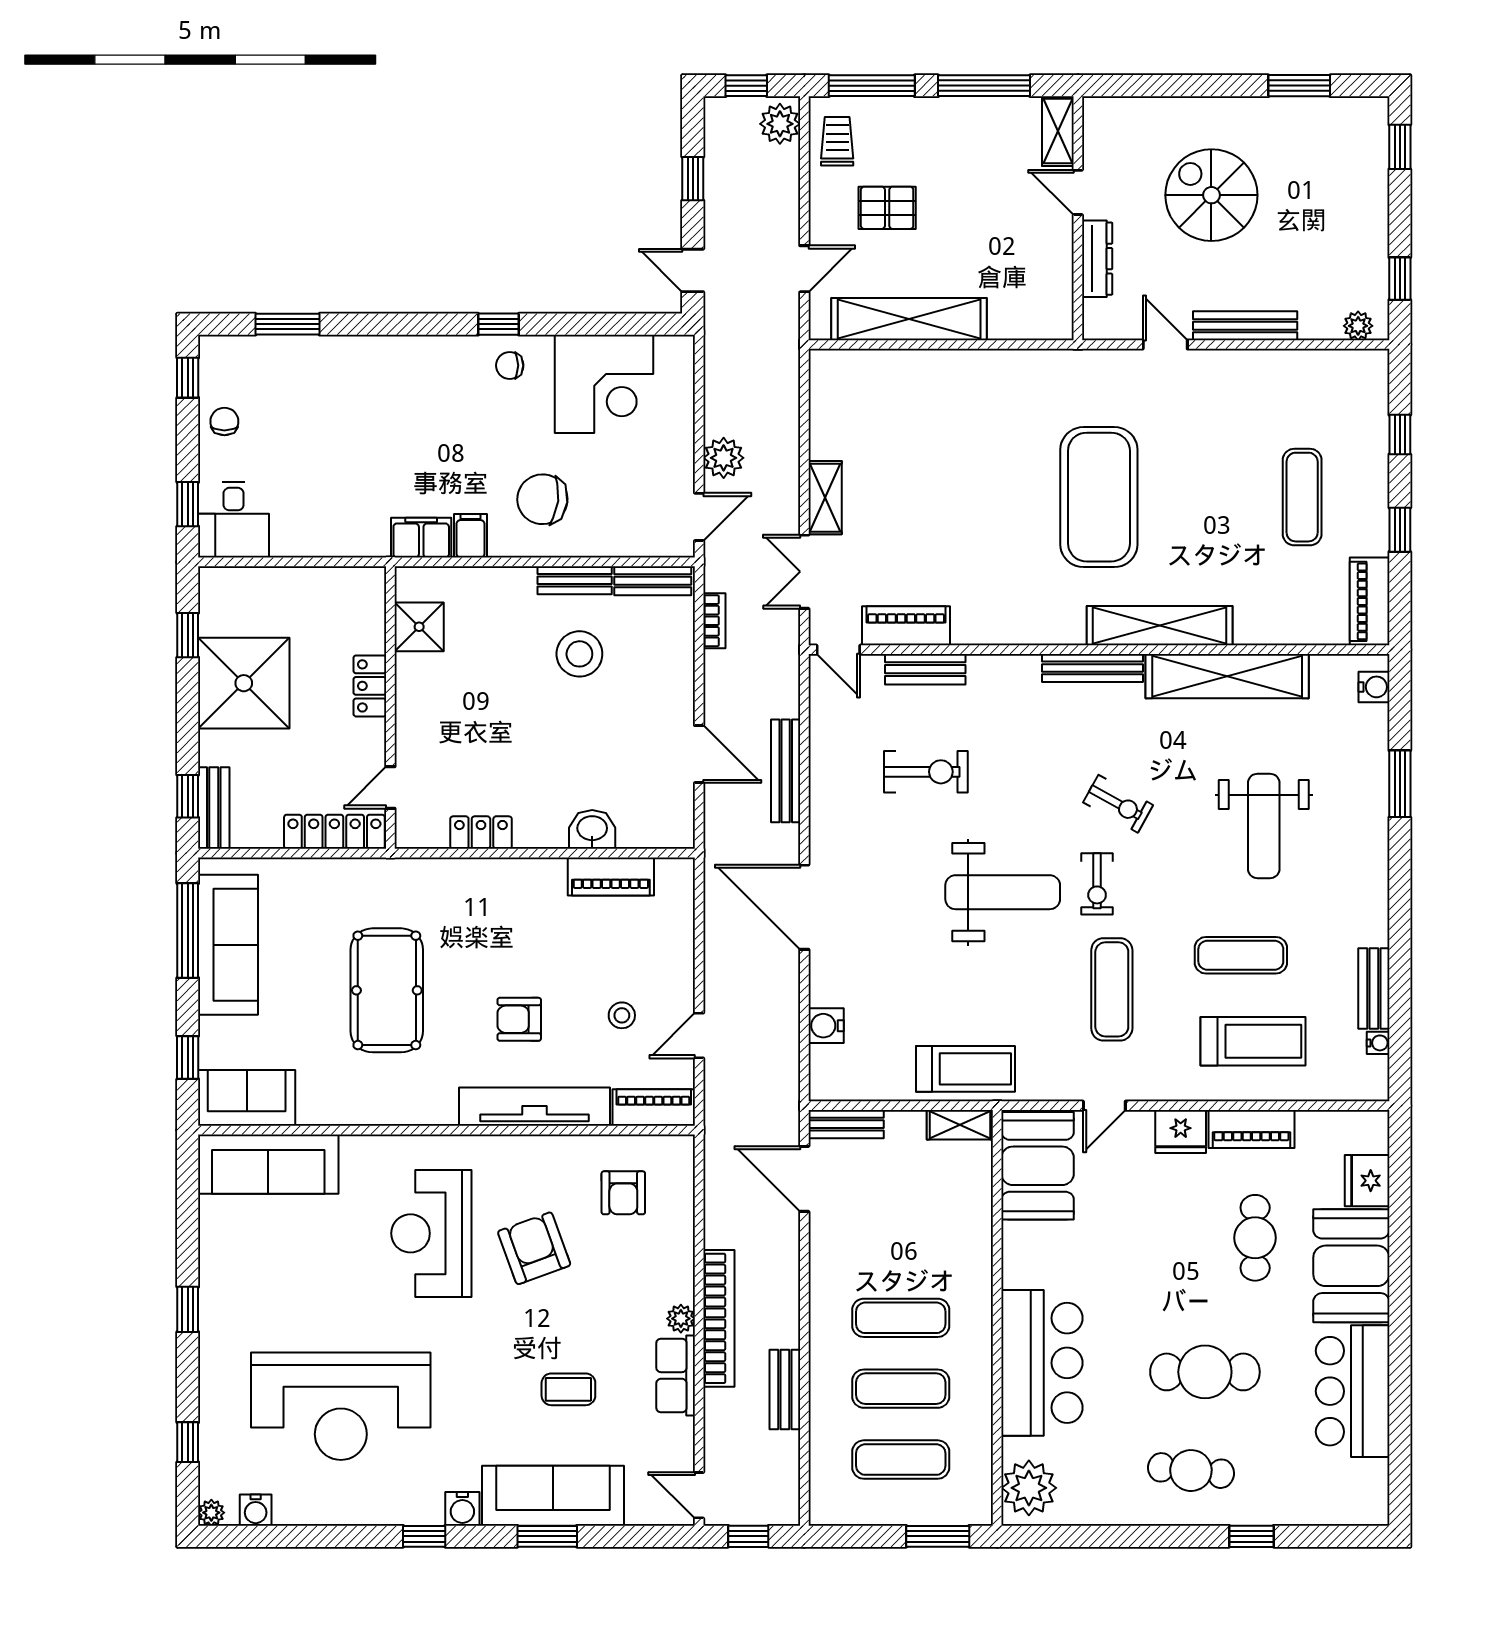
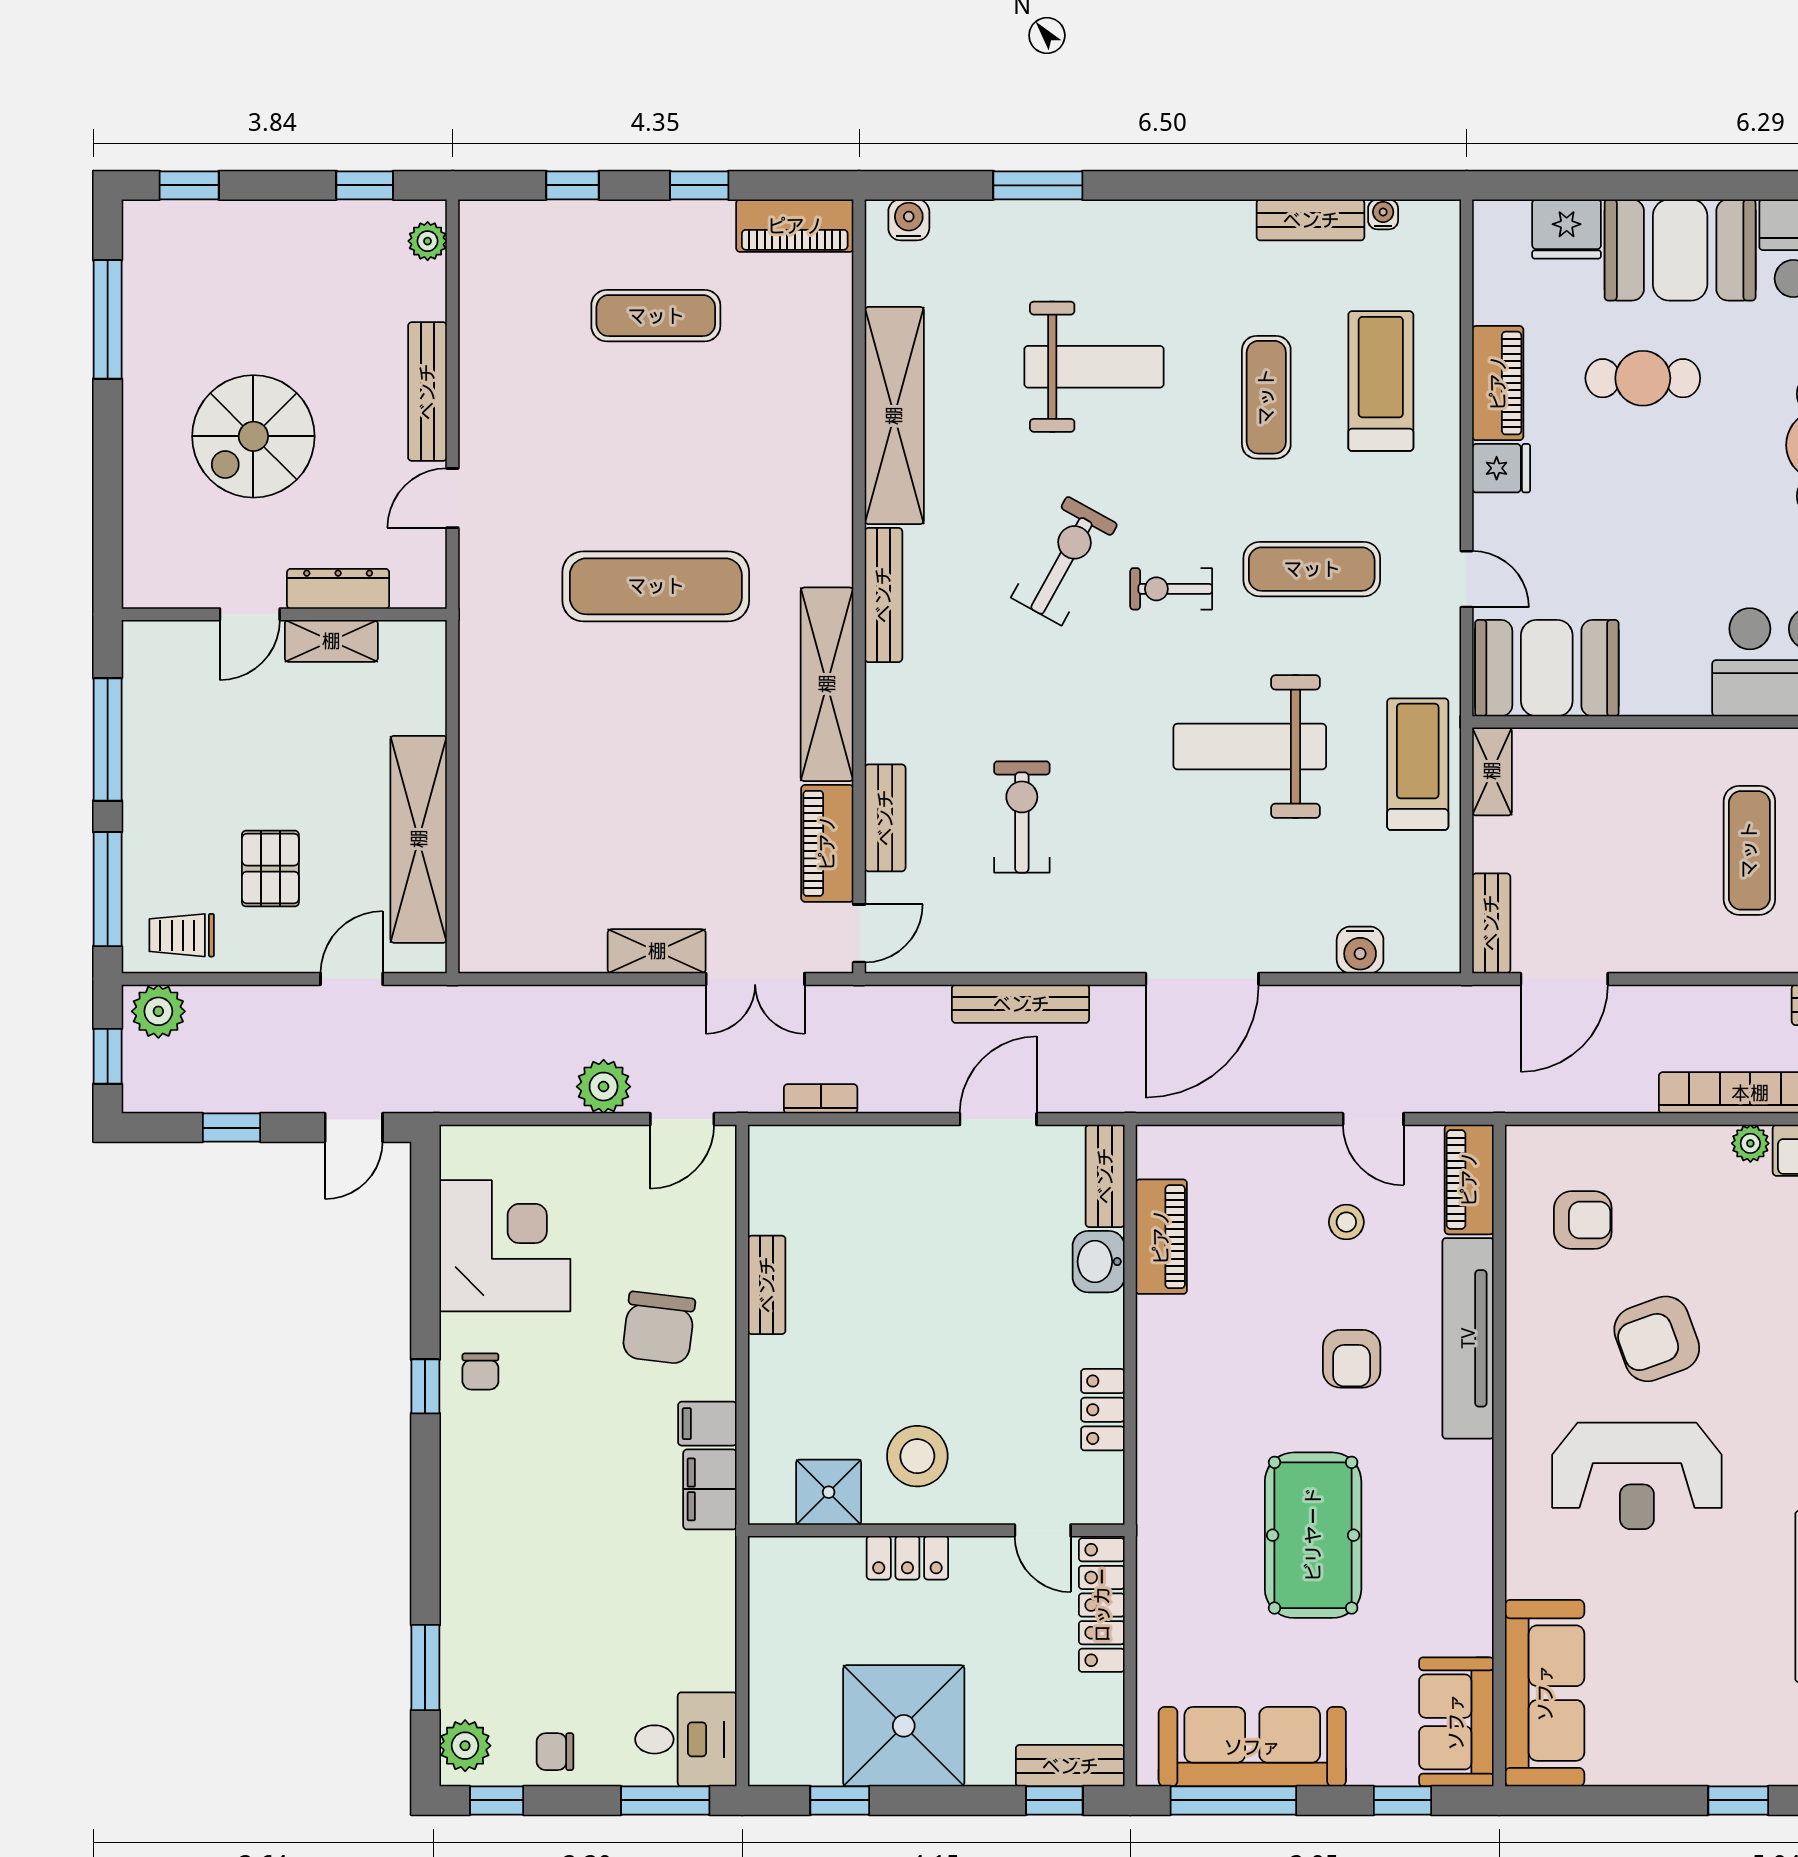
window: (1299, 86) -> (108, 319), width x1.44
shelving: (1058, 131) -> (331, 641), moved
door: (804, 269) -> (352, 979), hinge flipped
plant: (229, 354) -> (465, 1746), added
exercise mat: (1099, 497) -> (656, 586), width x0.68
window: (188, 504) -> (665, 1800), width x1.50
door: (699, 517) -> (682, 1119), swing flipped
bench: (653, 581) -> (1105, 1176), moved
shelving: (1160, 626) -> (827, 684), moved
stool: (579, 654) -> (917, 1456), moved
exercise bike: (1118, 804) -> (1064, 561), width x1.38, depth x1.39
exercise bike: (1097, 884) -> (1171, 589), turned 180
weight bench: (1003, 892) -> (1250, 747), moved, turned -90
pool table: (387, 990) -> (1313, 1535), turned 90
fridge: (1181, 1132) -> (1501, 468), width x0.72

